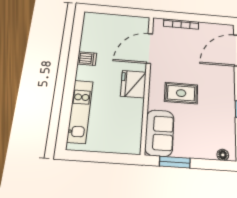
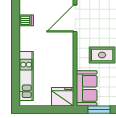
dishwasher: (87, 59) -> (26, 20), moved
fridge: (133, 84) -> (63, 97), moved, turned 90

